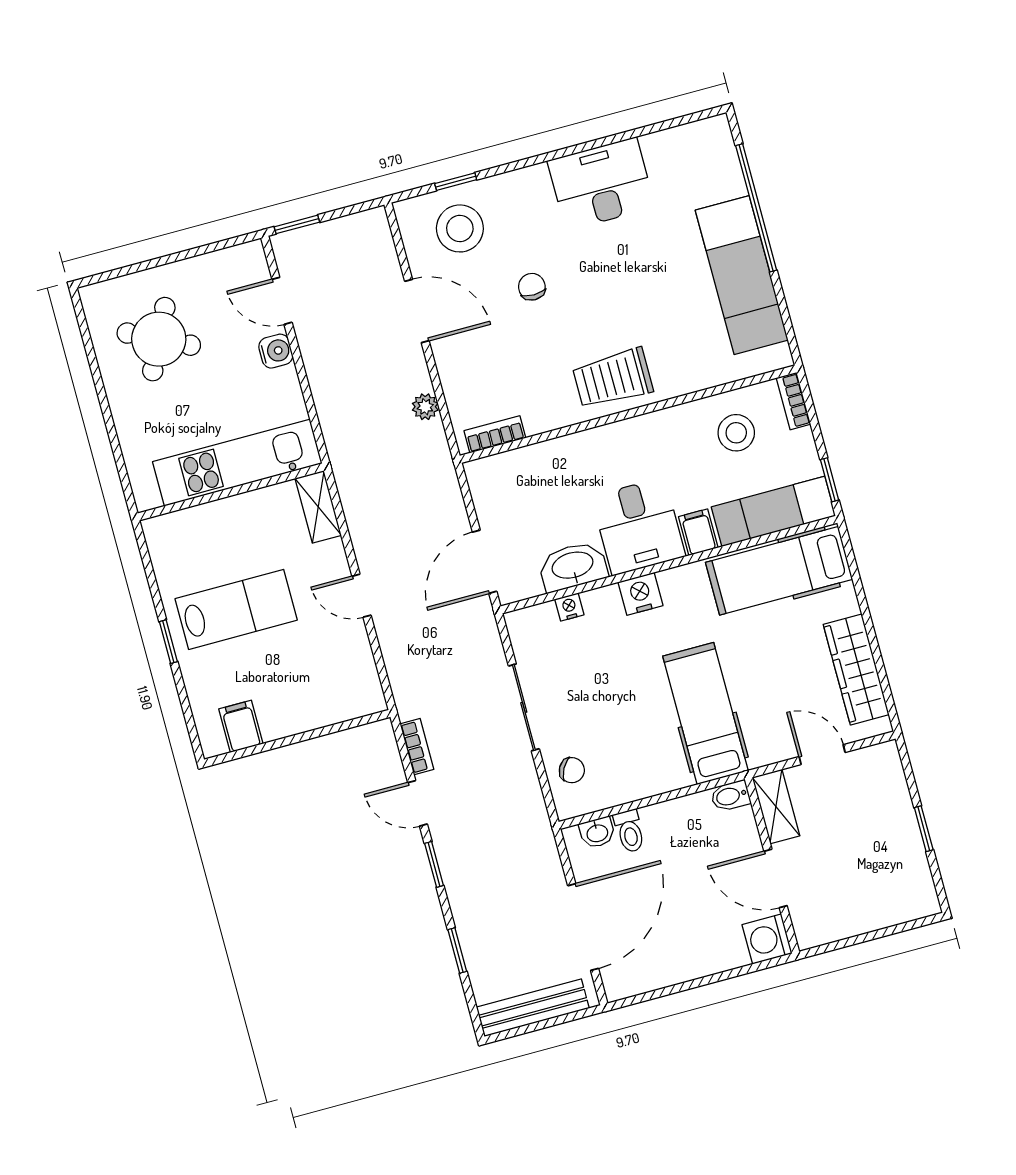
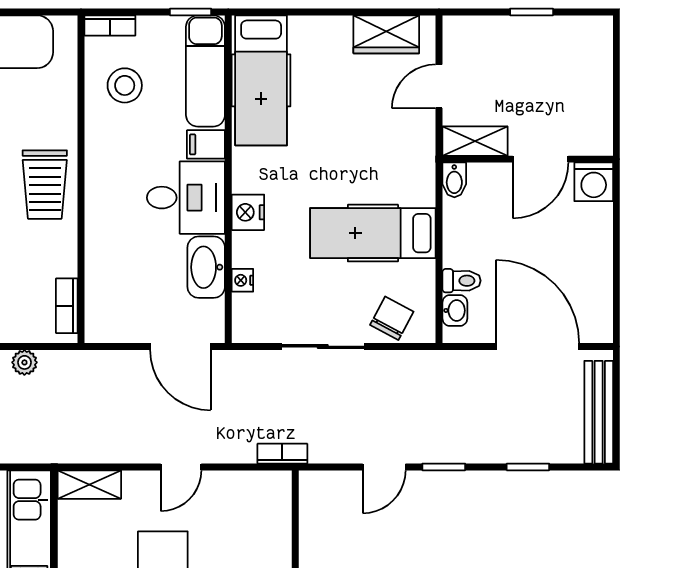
wardrobe: (856, 669) -> (386, 34), width x0.67
hospital bed: (705, 713) -> (373, 233), moved
bookcase: (417, 747) -> (282, 454), moved
chair: (572, 770) -> (392, 318), width x1.37, depth x1.37

